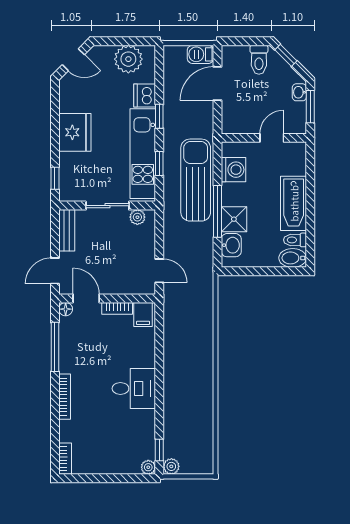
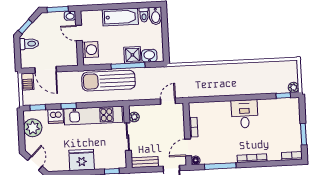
washbasin: (299, 92) -> (70, 16), moved
window: (159, 164) -> (38, 108), moved
washing machine: (233, 170) -> (90, 50), moved, turned 90
filing cabinet: (143, 314) -> (197, 110), removed
plant: (148, 467) -> (295, 102), removed
window: (98, 478) -> (304, 134), added

